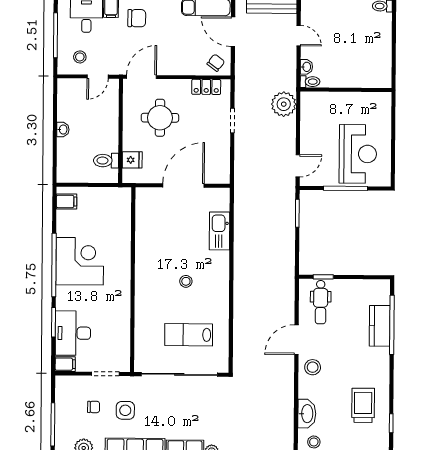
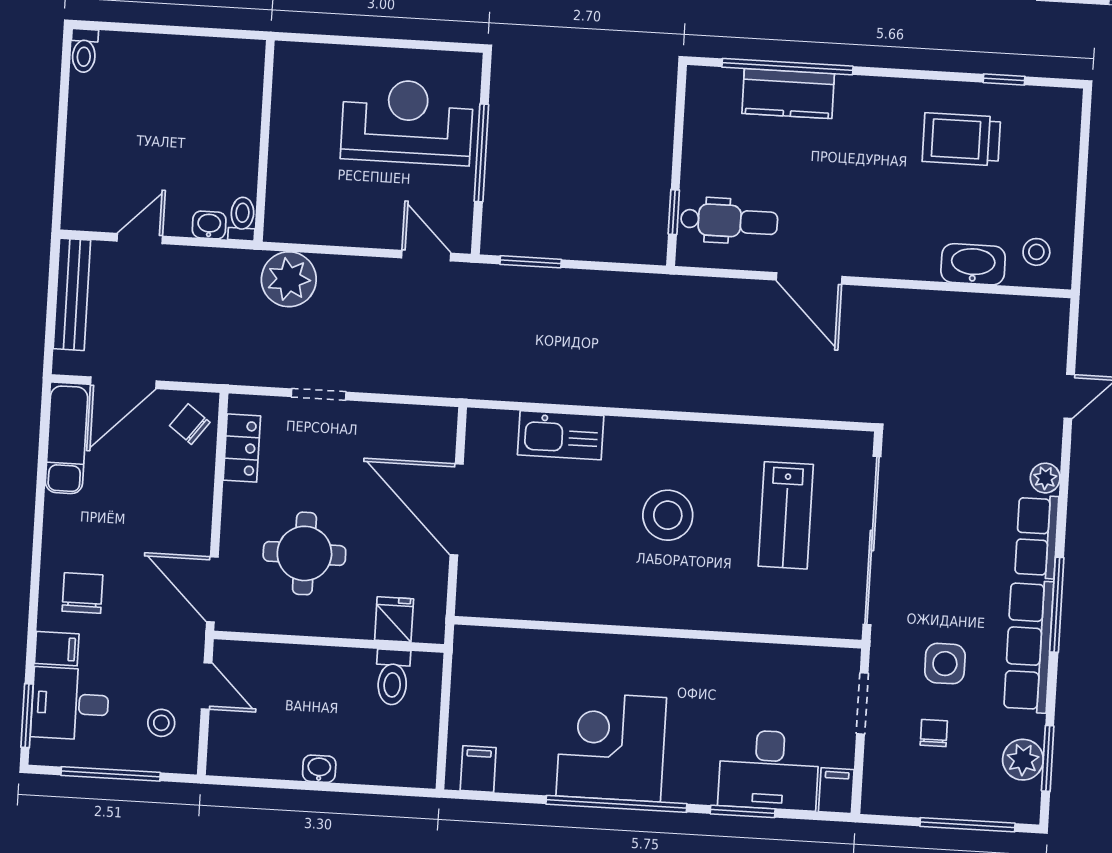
stool: (186, 281) -> (668, 515), width x1.89, depth x1.89
stool: (313, 367) -> (872, 246), removed

